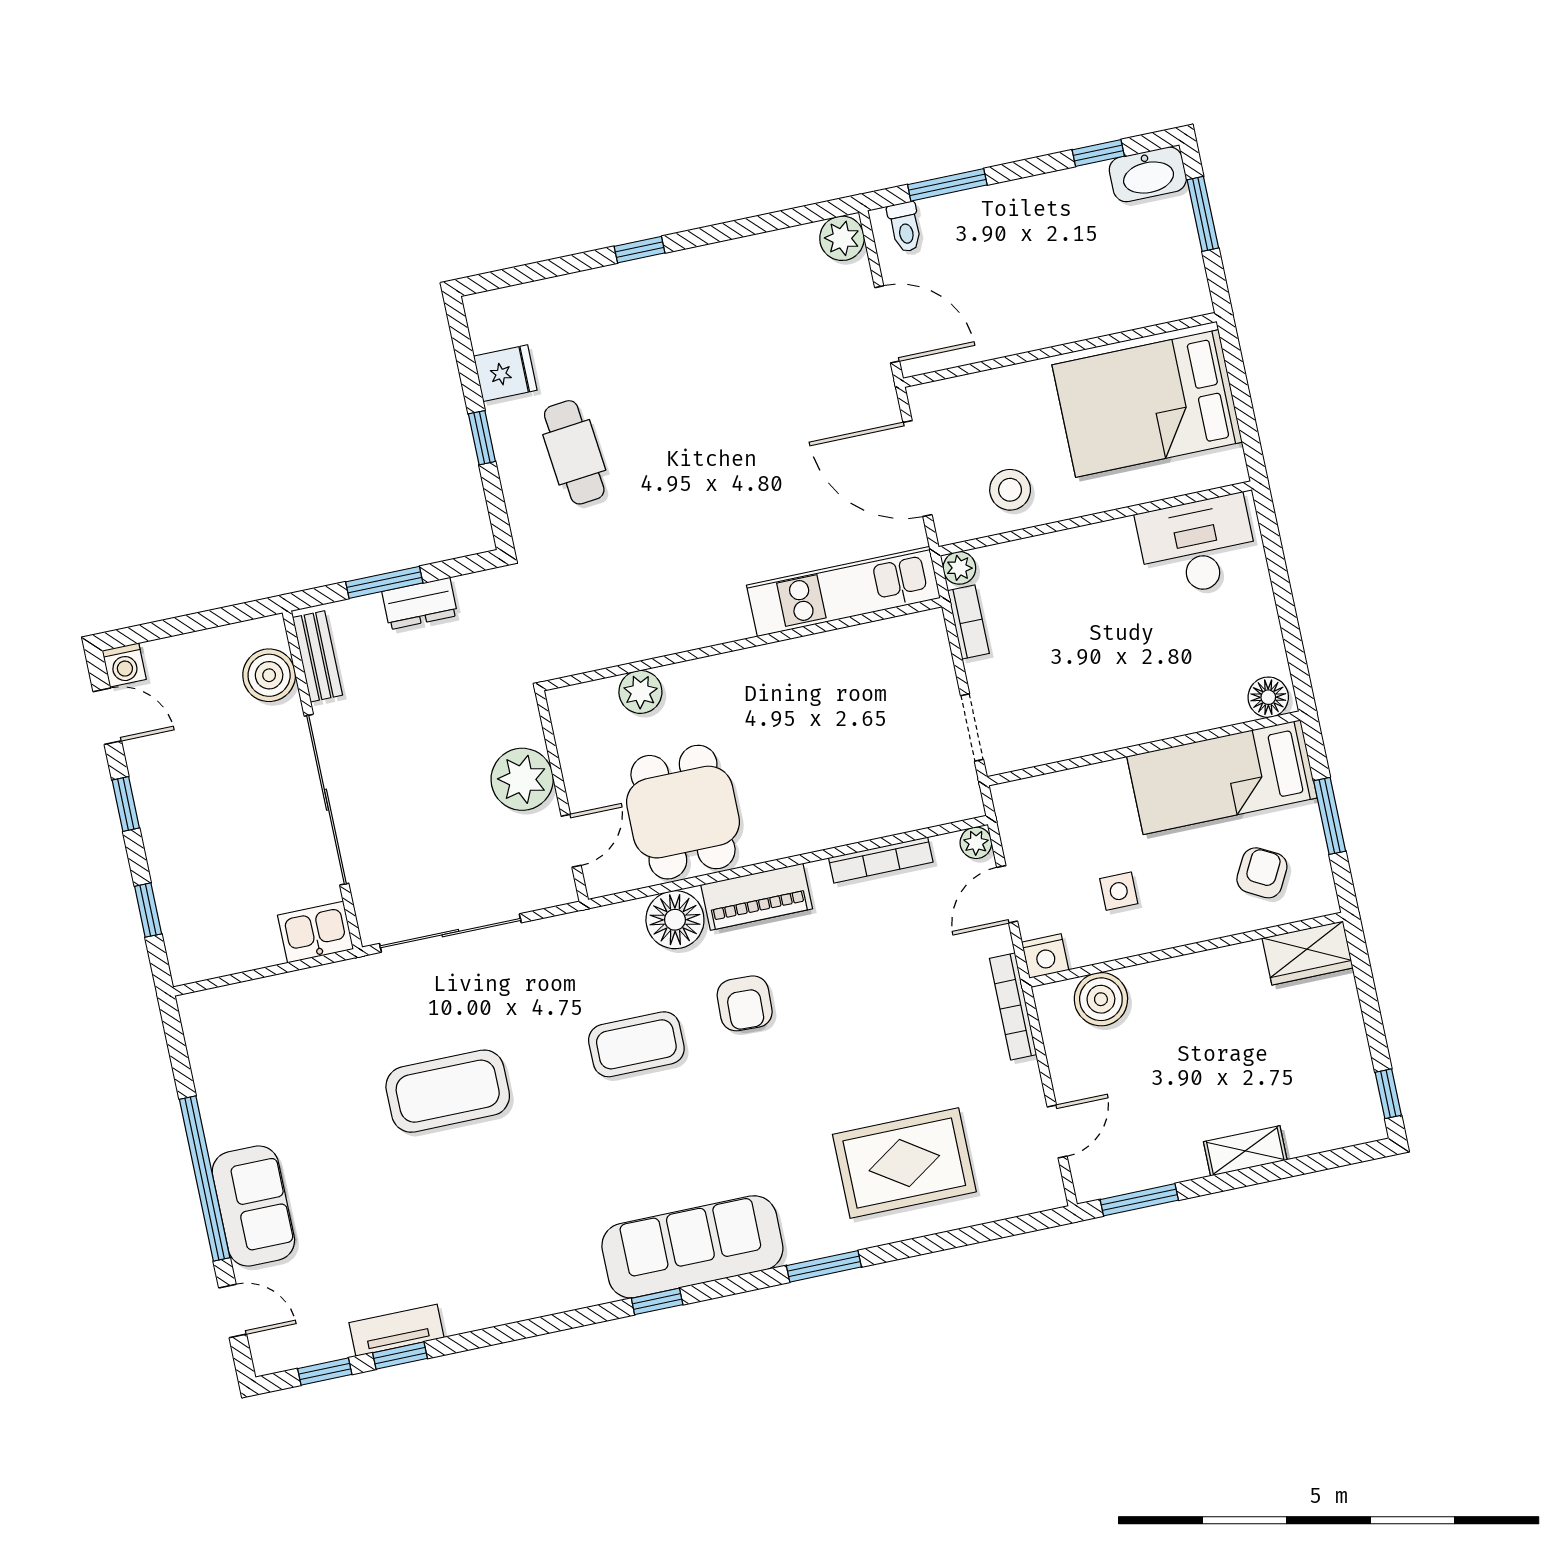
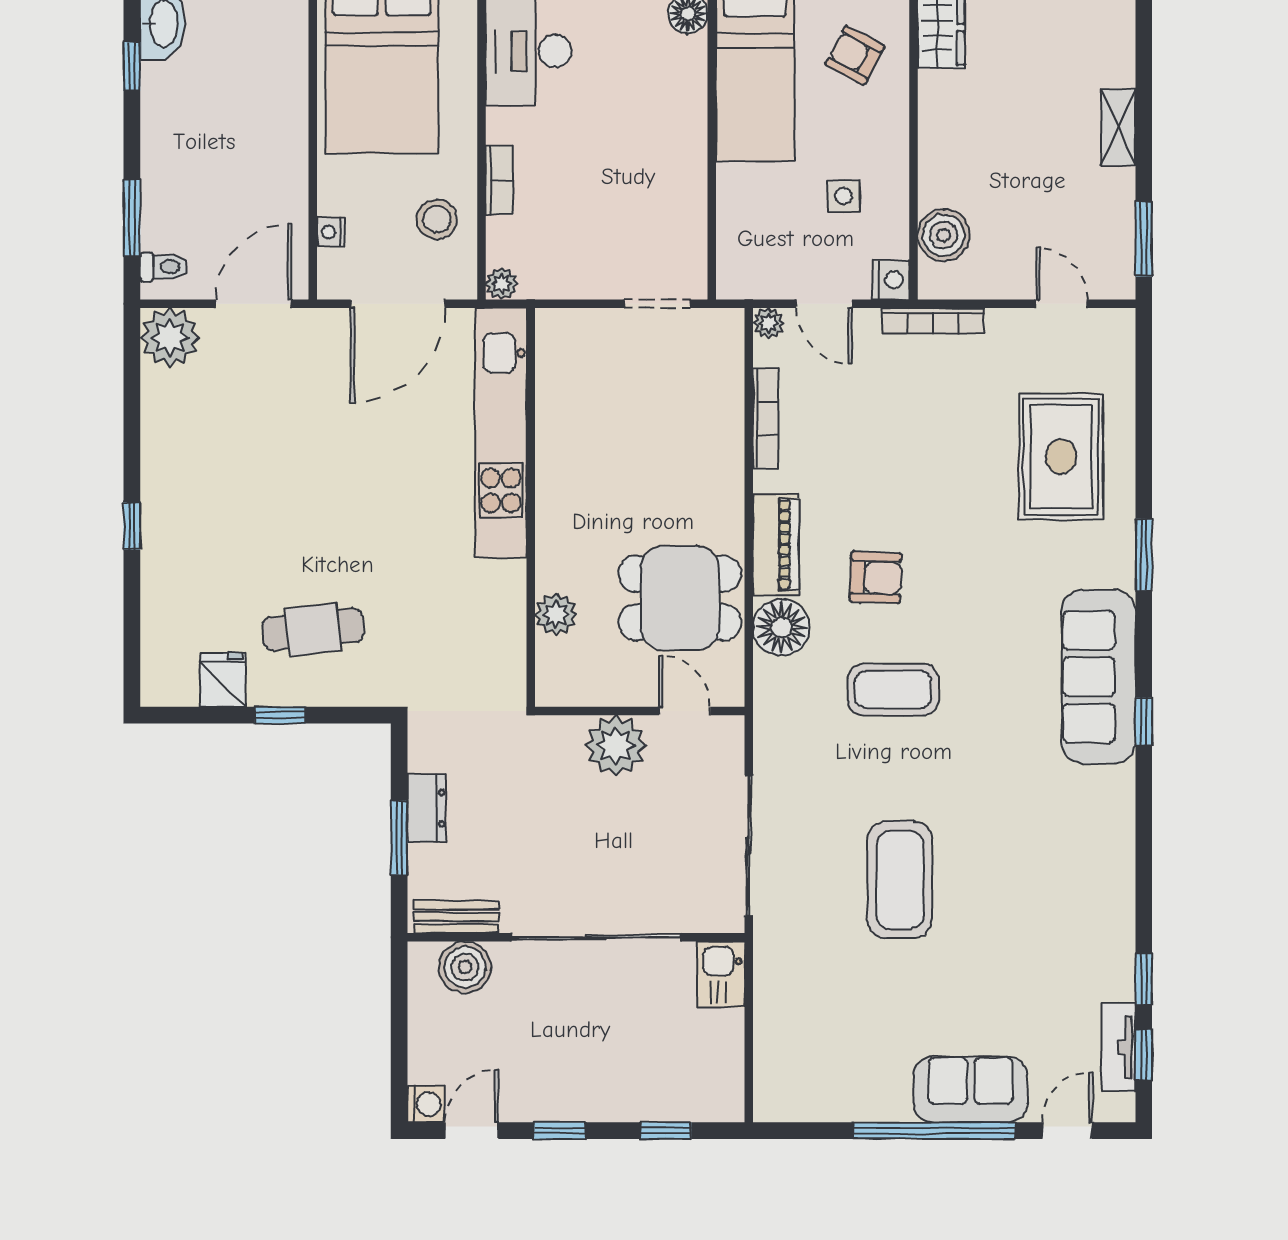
plant: (842, 238) -> (170, 338), width x1.36, depth x1.36
nightstand: (975, 386) -> (331, 232), added
kitchen unit: (843, 592) -> (501, 433), width x1.36
bookcase: (968, 622) -> (499, 180), moved, turned 90
coffee table: (636, 1044) -> (893, 690), turned 90
tv unit: (397, 1330) -> (1119, 1047), moved

